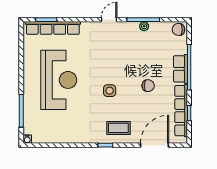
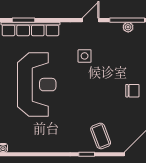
side table: (110, 91) -> (85, 56), moved
coffee table: (118, 128) -> (101, 136), turned 69

